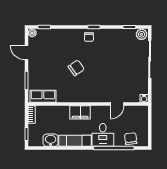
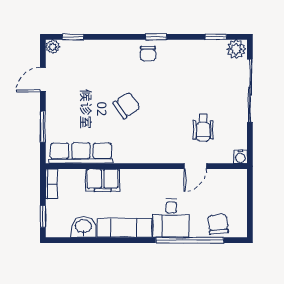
door: (26, 53) -> (43, 80), hinge flipped
wheelchair: (122, 81) -> (203, 128), added
row of seats: (43, 96) -> (81, 153), width x1.48
filing cabinet: (80, 112) -> (103, 180), moved

